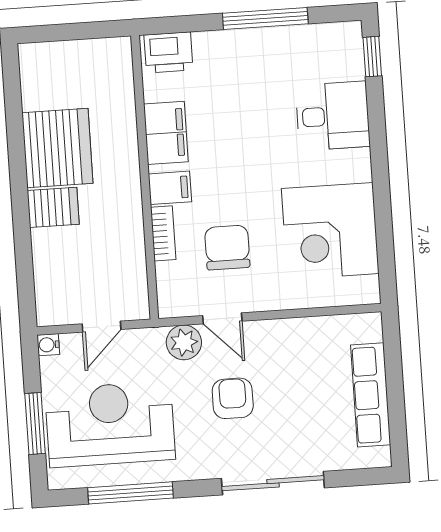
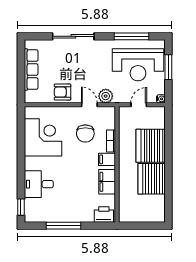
server rack: (53, 207) -> (151, 146), width x2.18, depth x1.44
armchair: (233, 398) -> (62, 92), moved, turned 90

